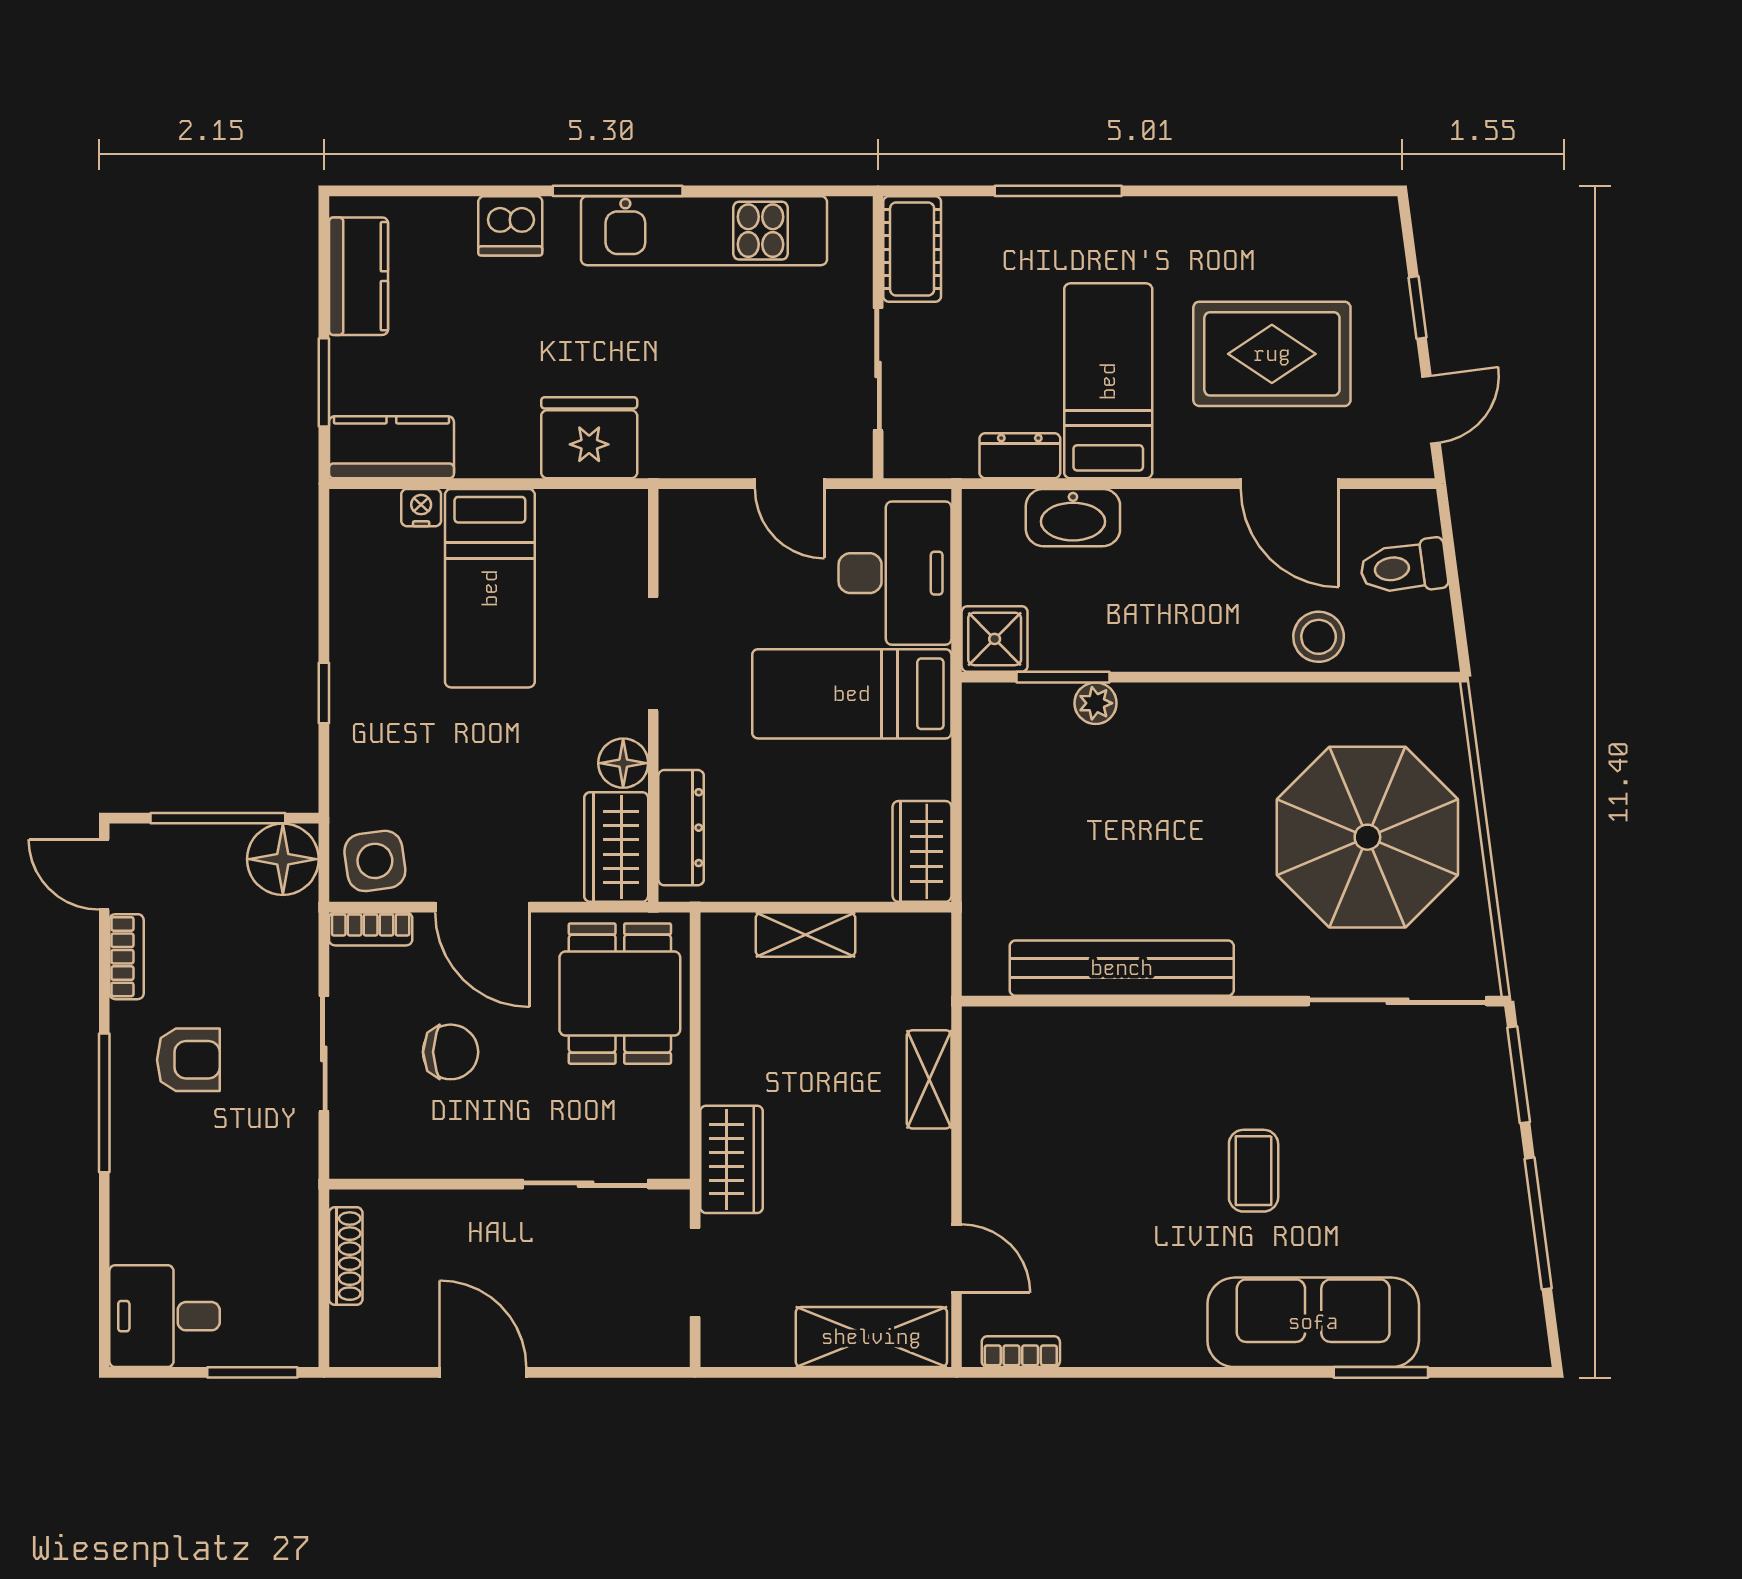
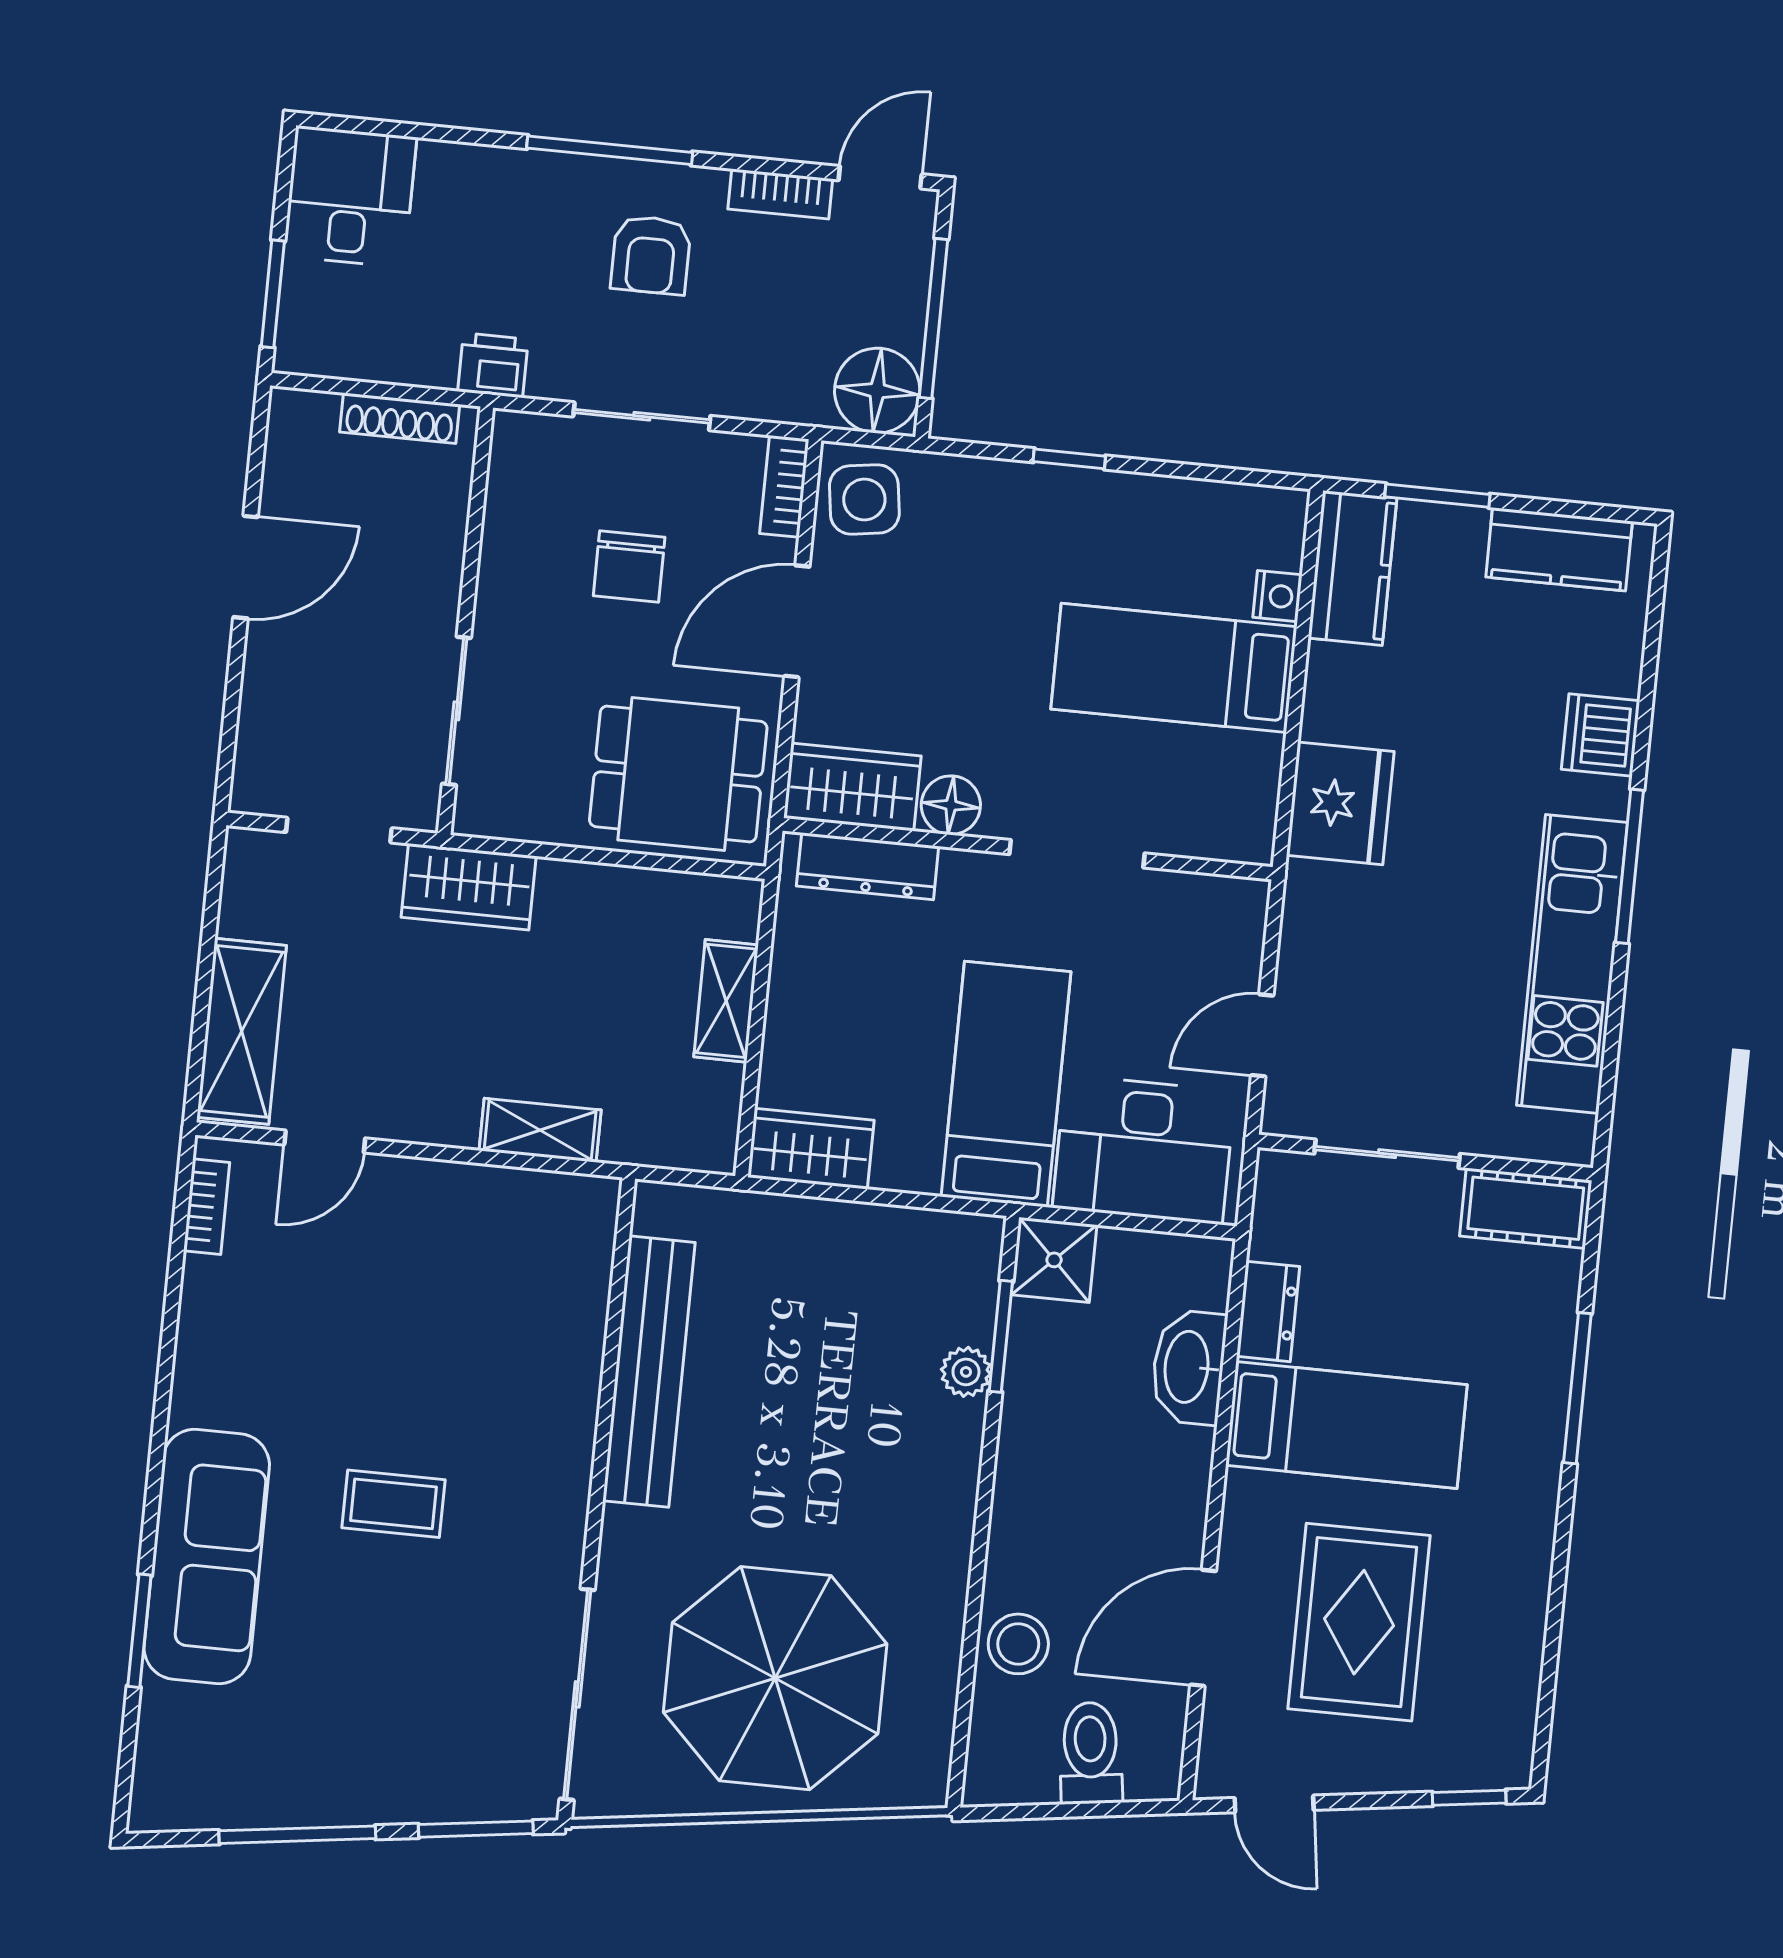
window: (1417, 308) -> (1469, 1798), moved
printer: (294, 1183) -> (493, 365), added

